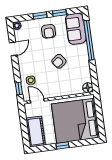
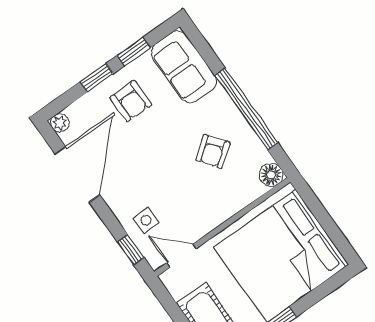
window: (89, 40) -> (246, 109), moved
door: (13, 49) -> (77, 174), width x1.88
armchair: (59, 61) -> (213, 151), moved

